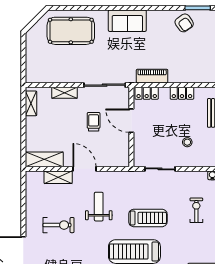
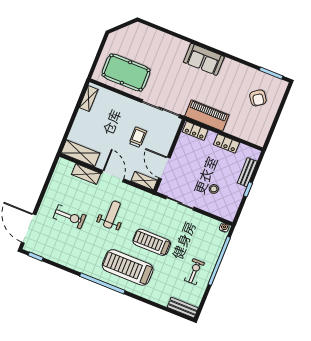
armchair: (184, 23) -> (258, 98), moved
pool table: (71, 31) -> (126, 73), moved
piano: (152, 76) -> (207, 116), width x1.37, depth x1.33
shelving: (64, 93) -> (144, 181), moved
door: (131, 121) -> (164, 168), moved
exercise bike: (196, 210) -> (194, 272), moved
treadmill: (148, 218) -> (152, 242), turned 180

